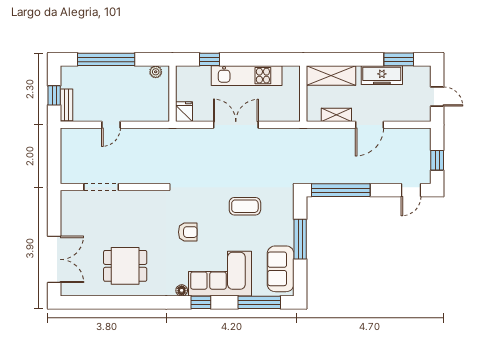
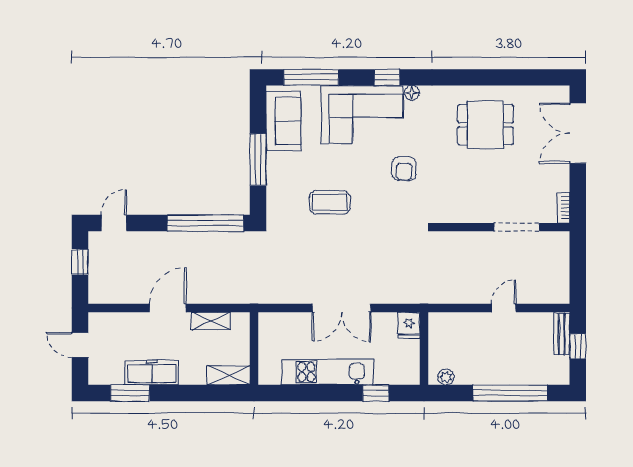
shelving: (331, 76) -> (229, 375), width x0.67, depth x0.75
bookcase: (65, 202) -> (564, 208), added
armchair: (188, 232) -> (404, 169), turned -90

